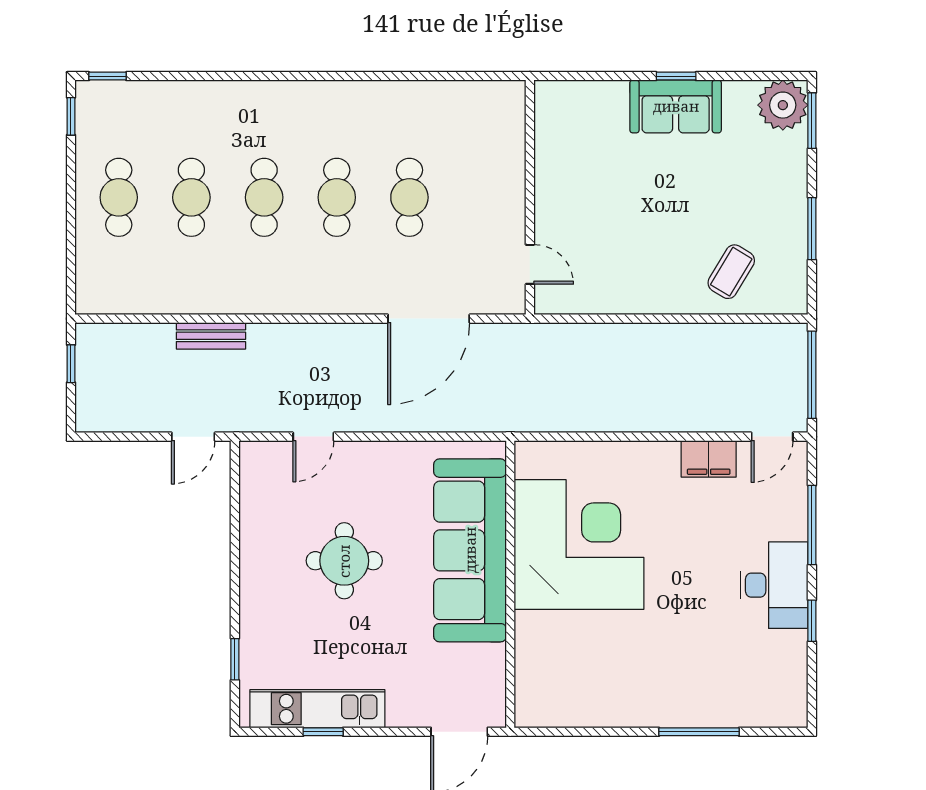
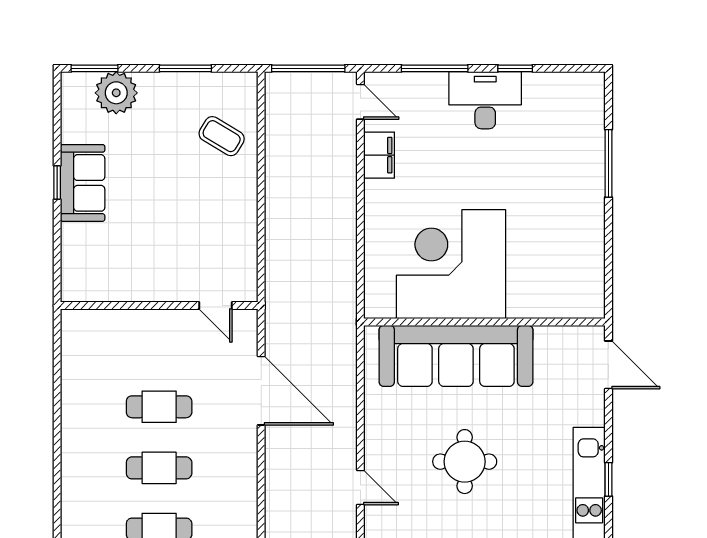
plant: (783, 105) -> (116, 93), moved
door: (530, 264) -> (215, 305), swing flipped

